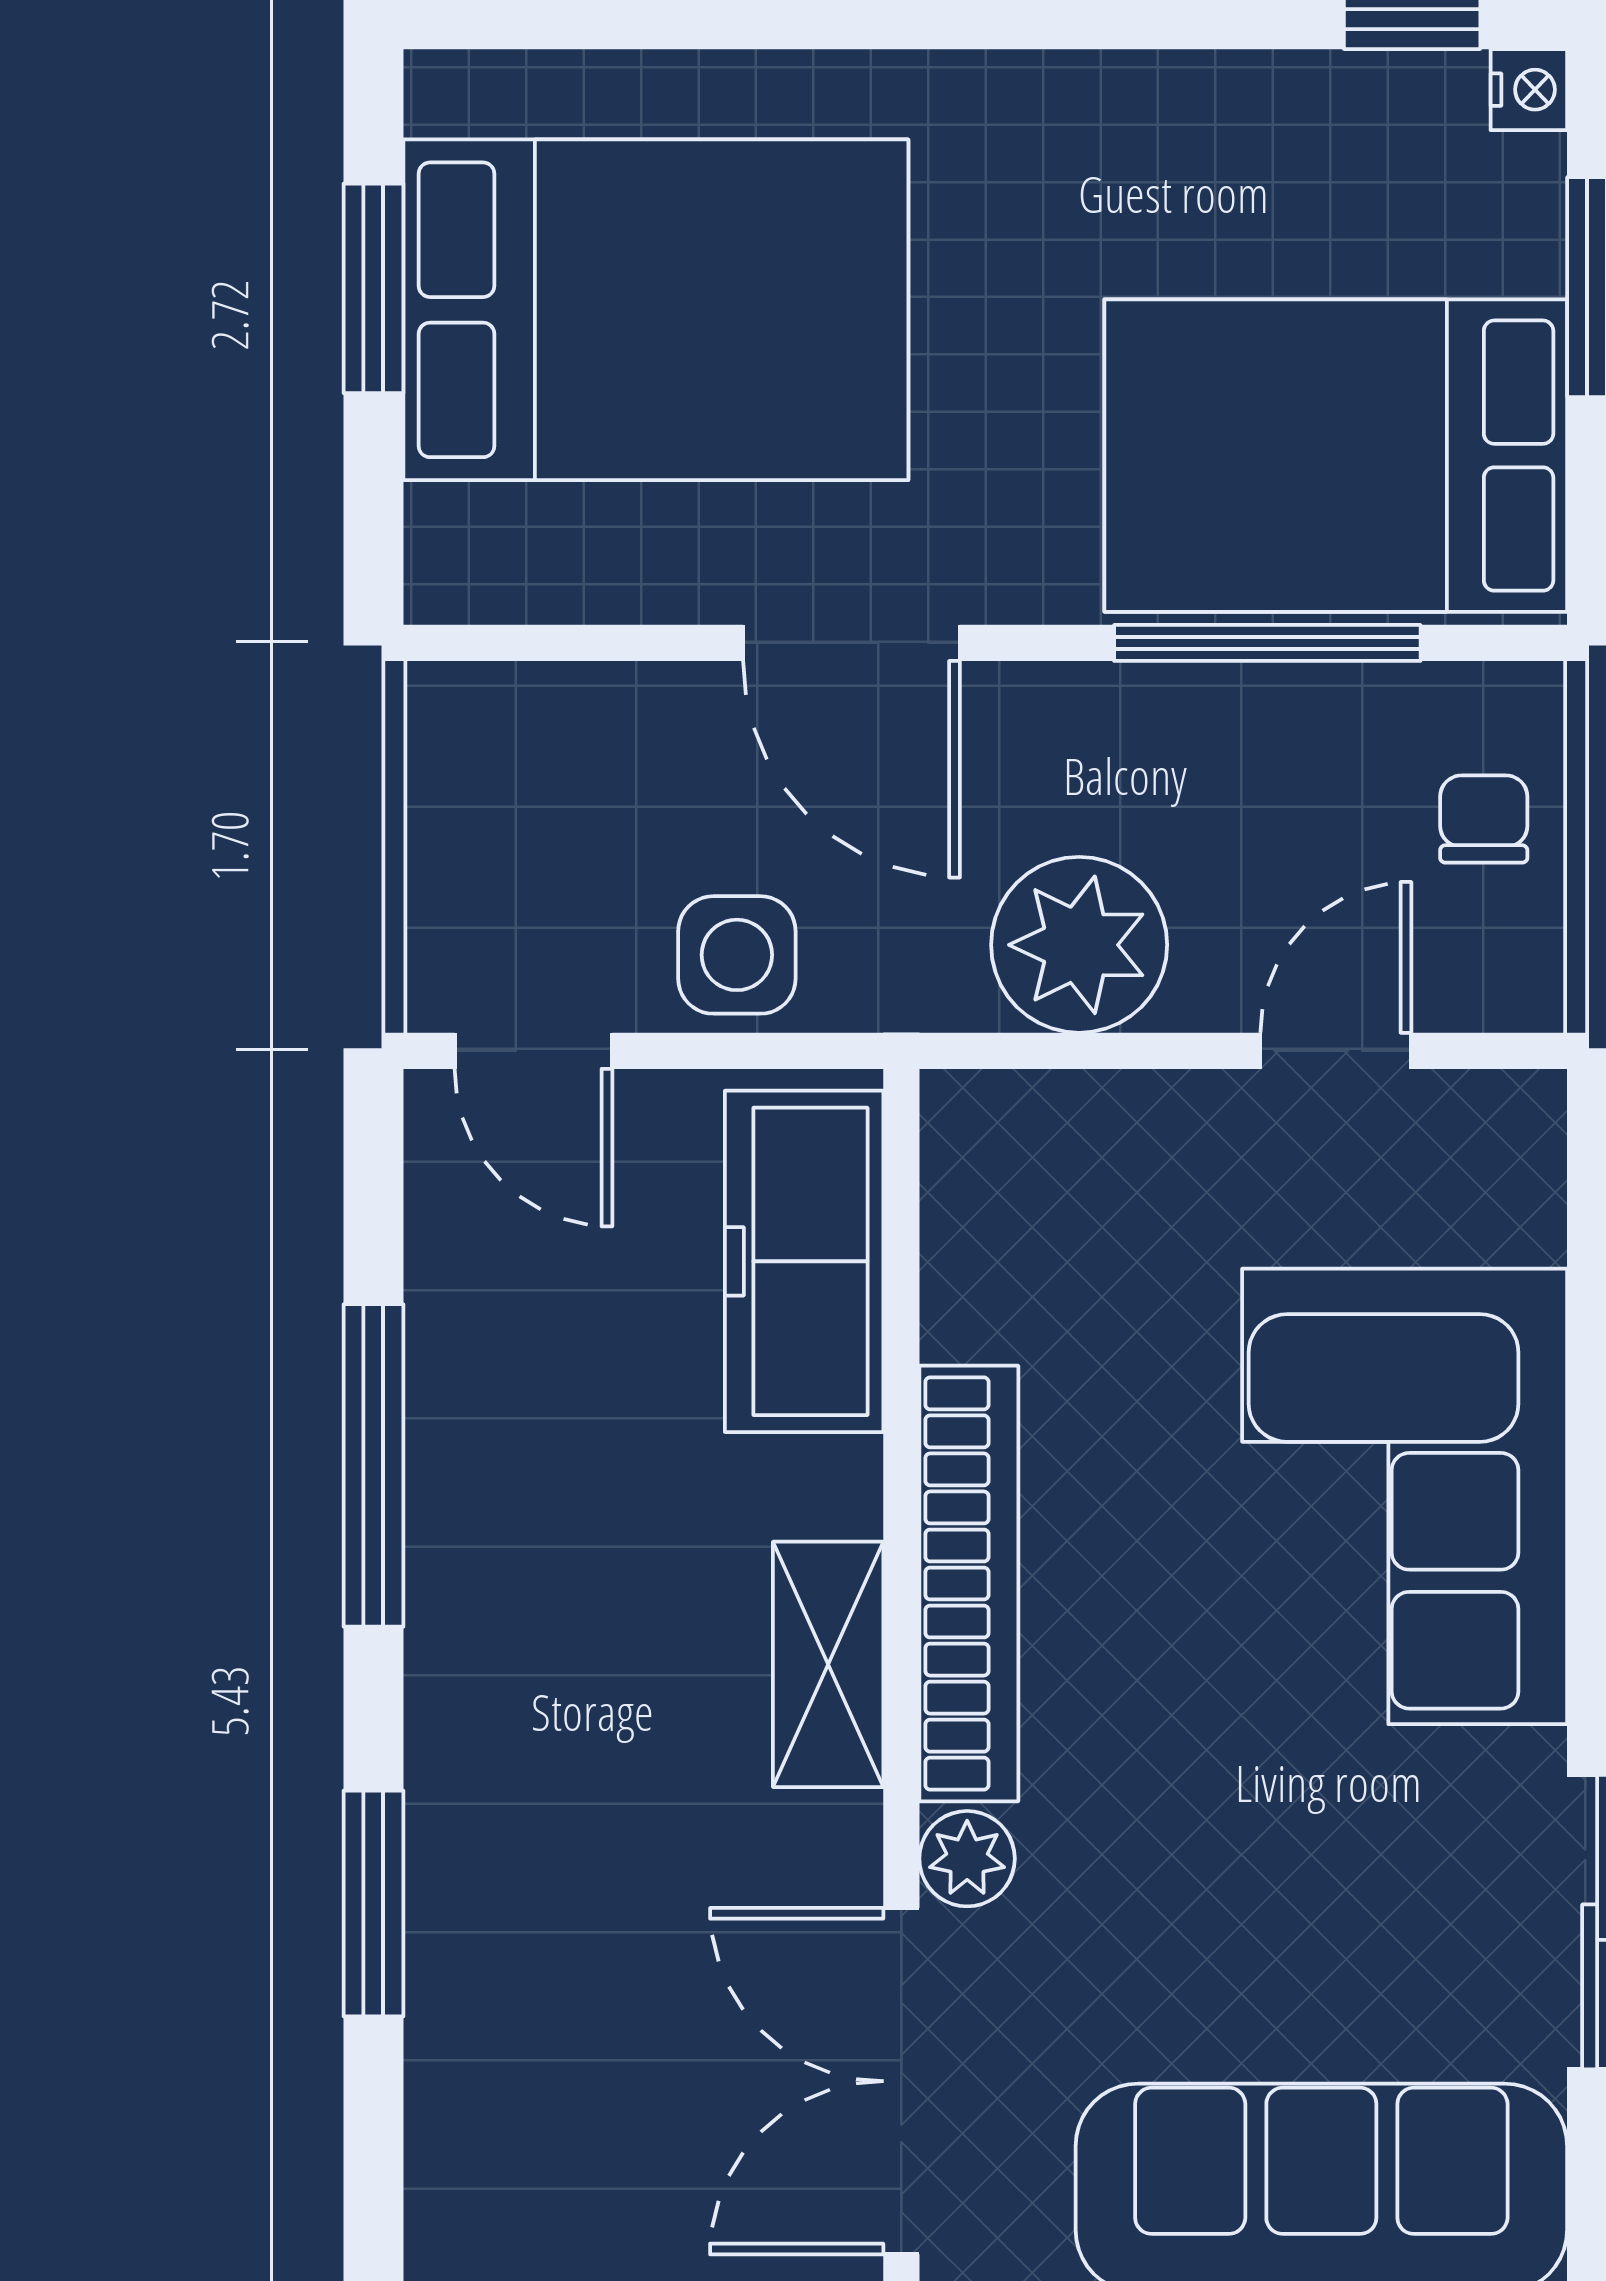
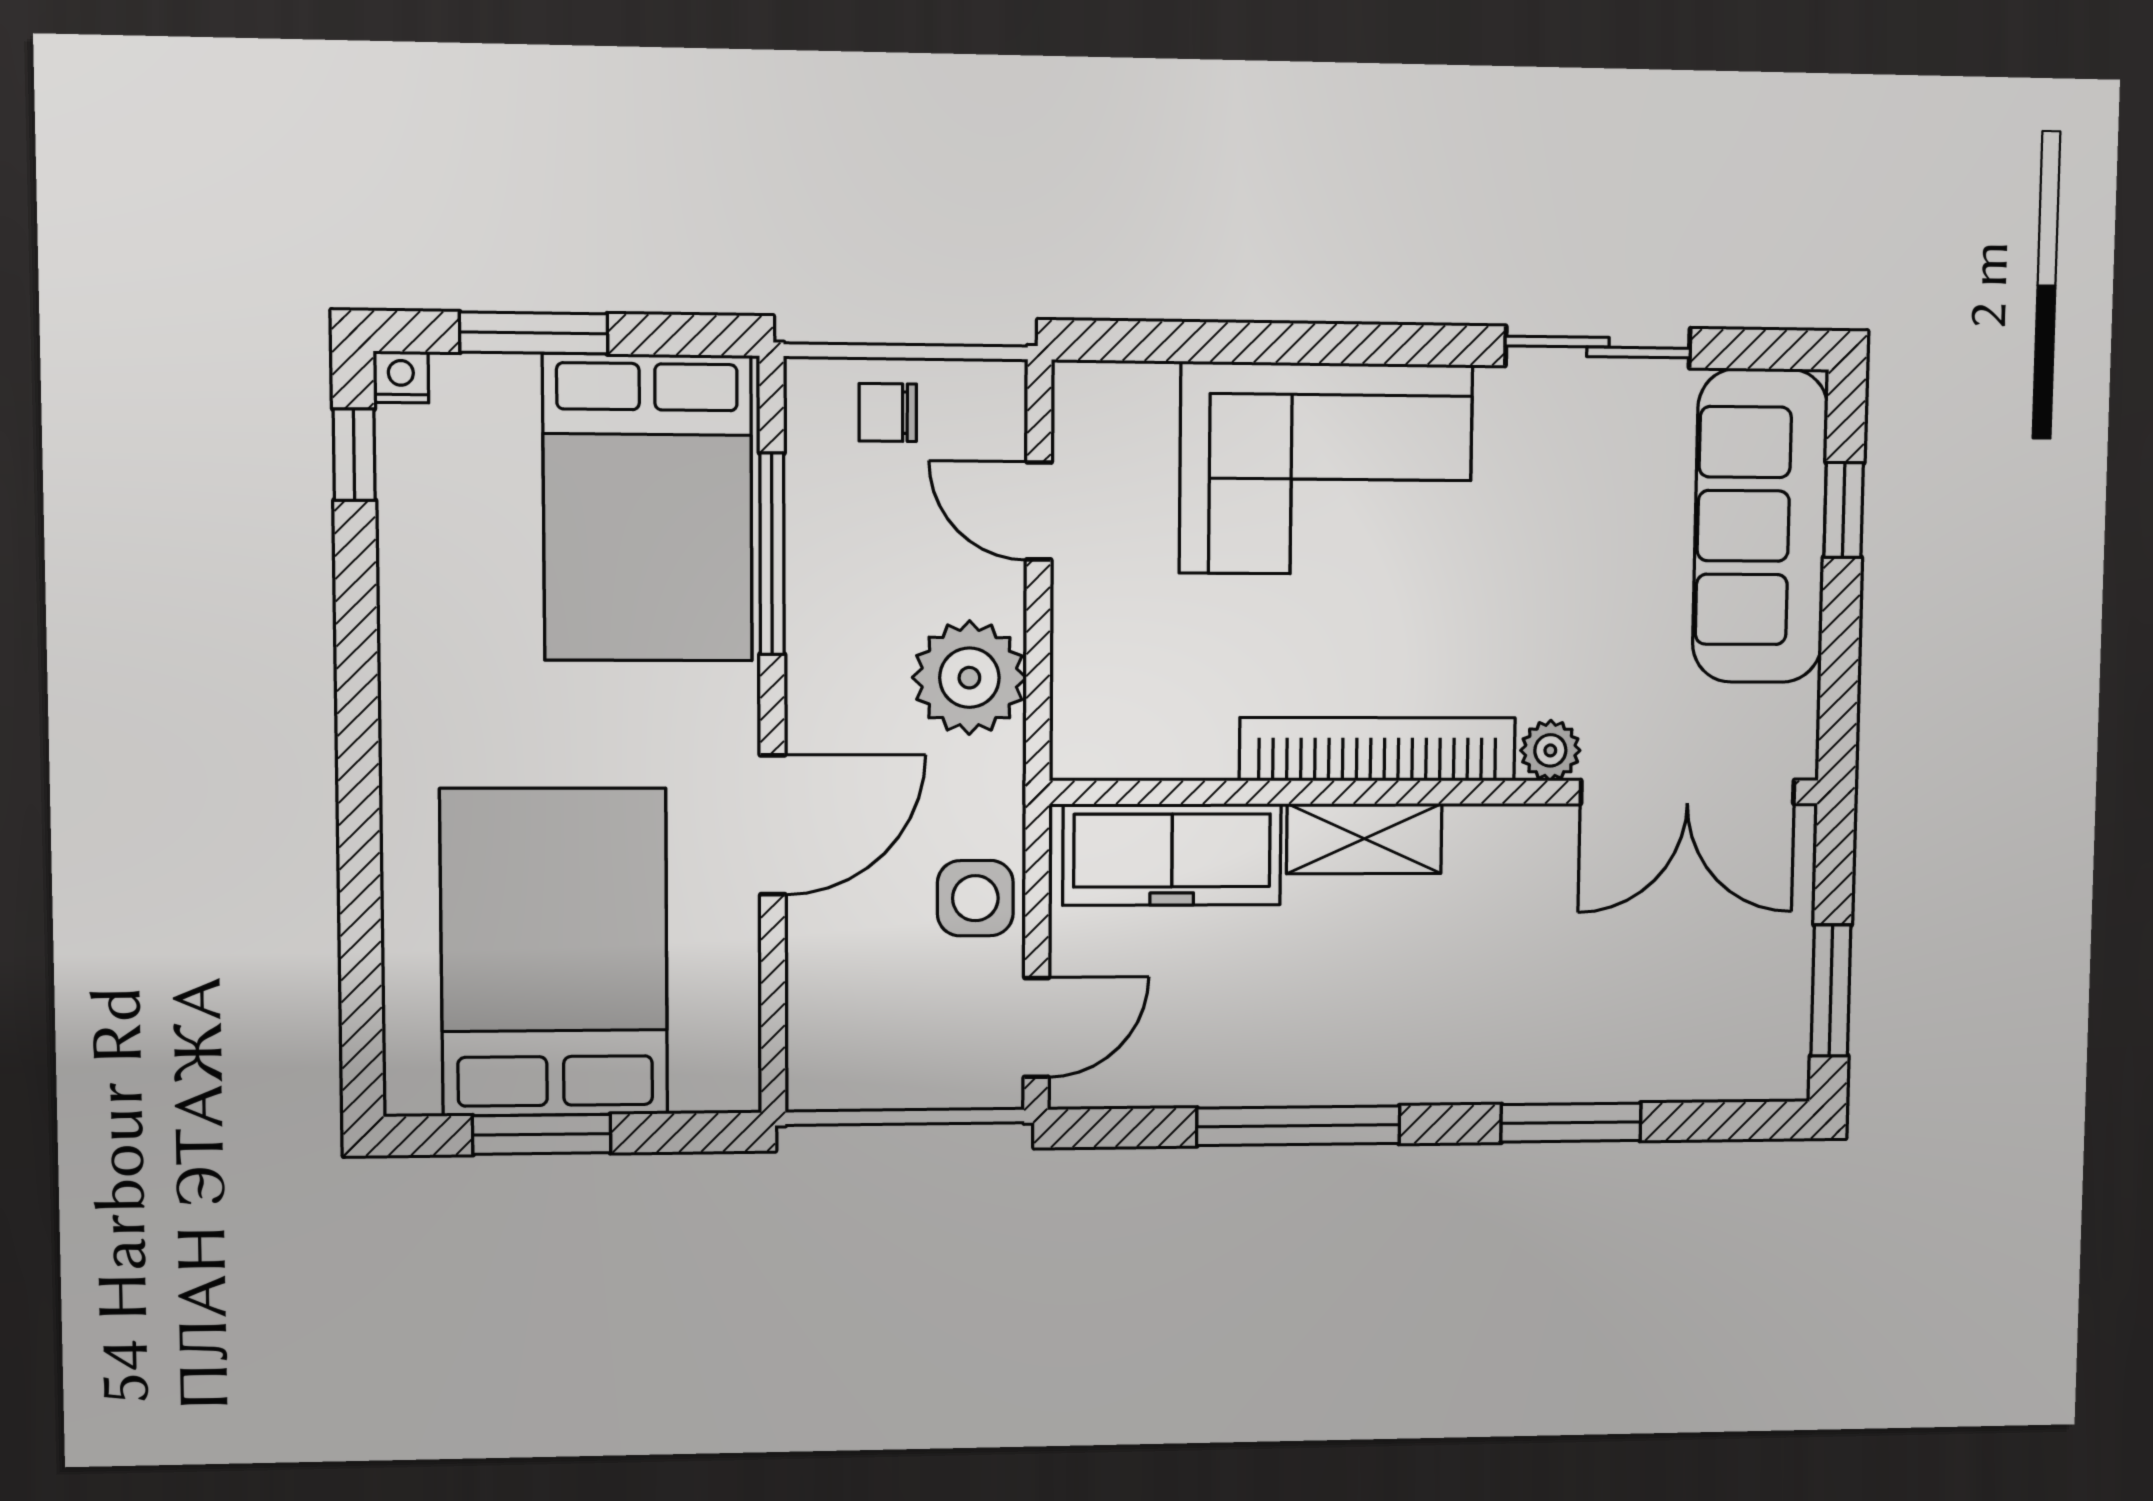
shelving: (828, 1664) -> (1364, 839), moved

